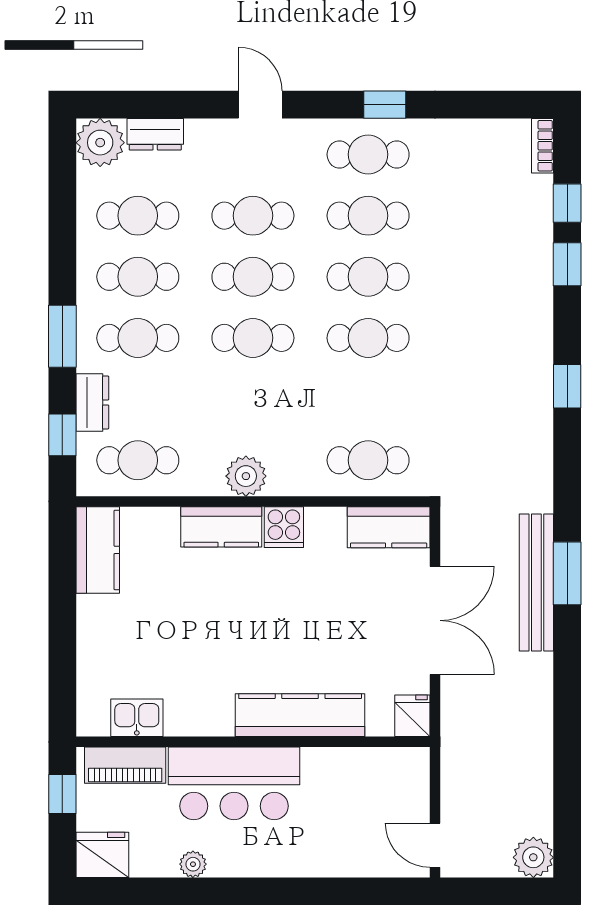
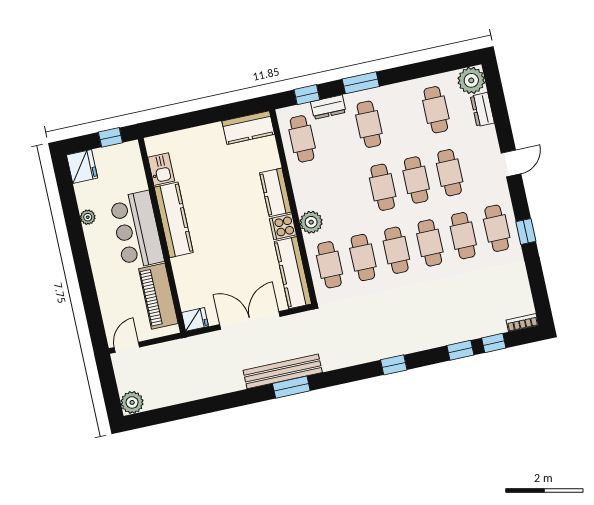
cafe table: (138, 277) -> (363, 257), moved
plant: (246, 476) -> (311, 222), moved
kitchen counter: (389, 527) -> (293, 273), width x1.50
double door: (435, 620) -> (250, 320), swing flipped
kitchen counter: (300, 715) -> (174, 220), moved
piano: (125, 765) -> (158, 296), moved, width x1.37, depth x1.33

